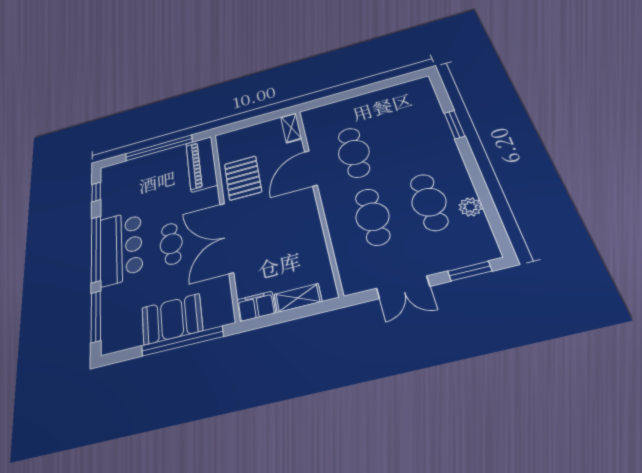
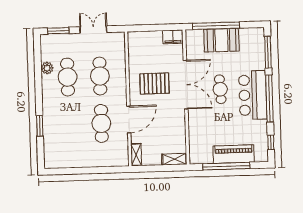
piano: (202, 164) -> (234, 154), moved, turned -90
pallet: (243, 178) -> (155, 84), moved, turned 90
shelving: (298, 298) -> (174, 159), moved

